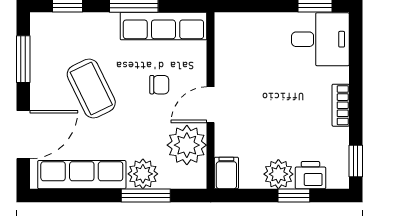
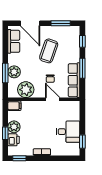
desk: (320, 39) -> (68, 132), moved, turned -90
coffee table: (91, 88) -> (49, 51), turned -45
door: (211, 105) -> (53, 99), moved
row of seats: (82, 175) -> (14, 41), width x0.68

